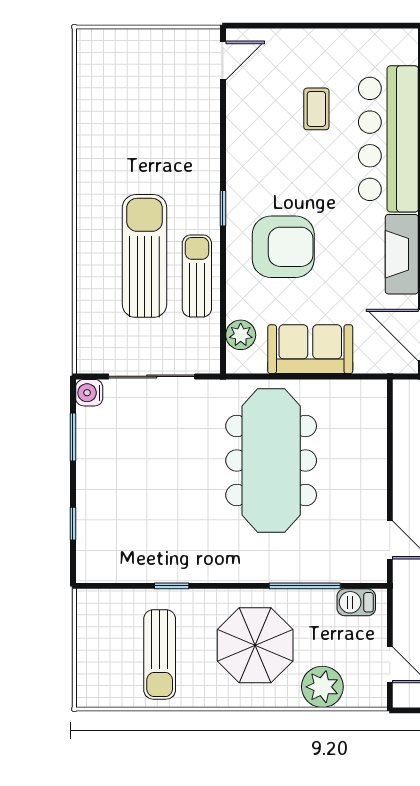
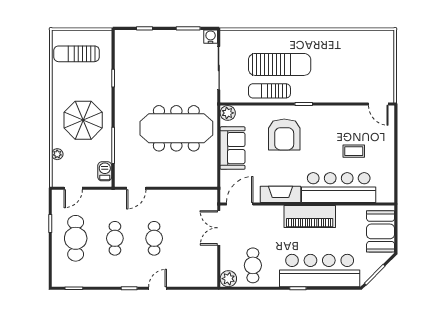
sun lounger: (197, 276) -> (269, 91), turned 180
plant: (241, 335) -> (228, 113), moved
sun lounger: (160, 654) -> (77, 54), moved
plant: (322, 687) -> (57, 154), width x0.53, depth x0.53

